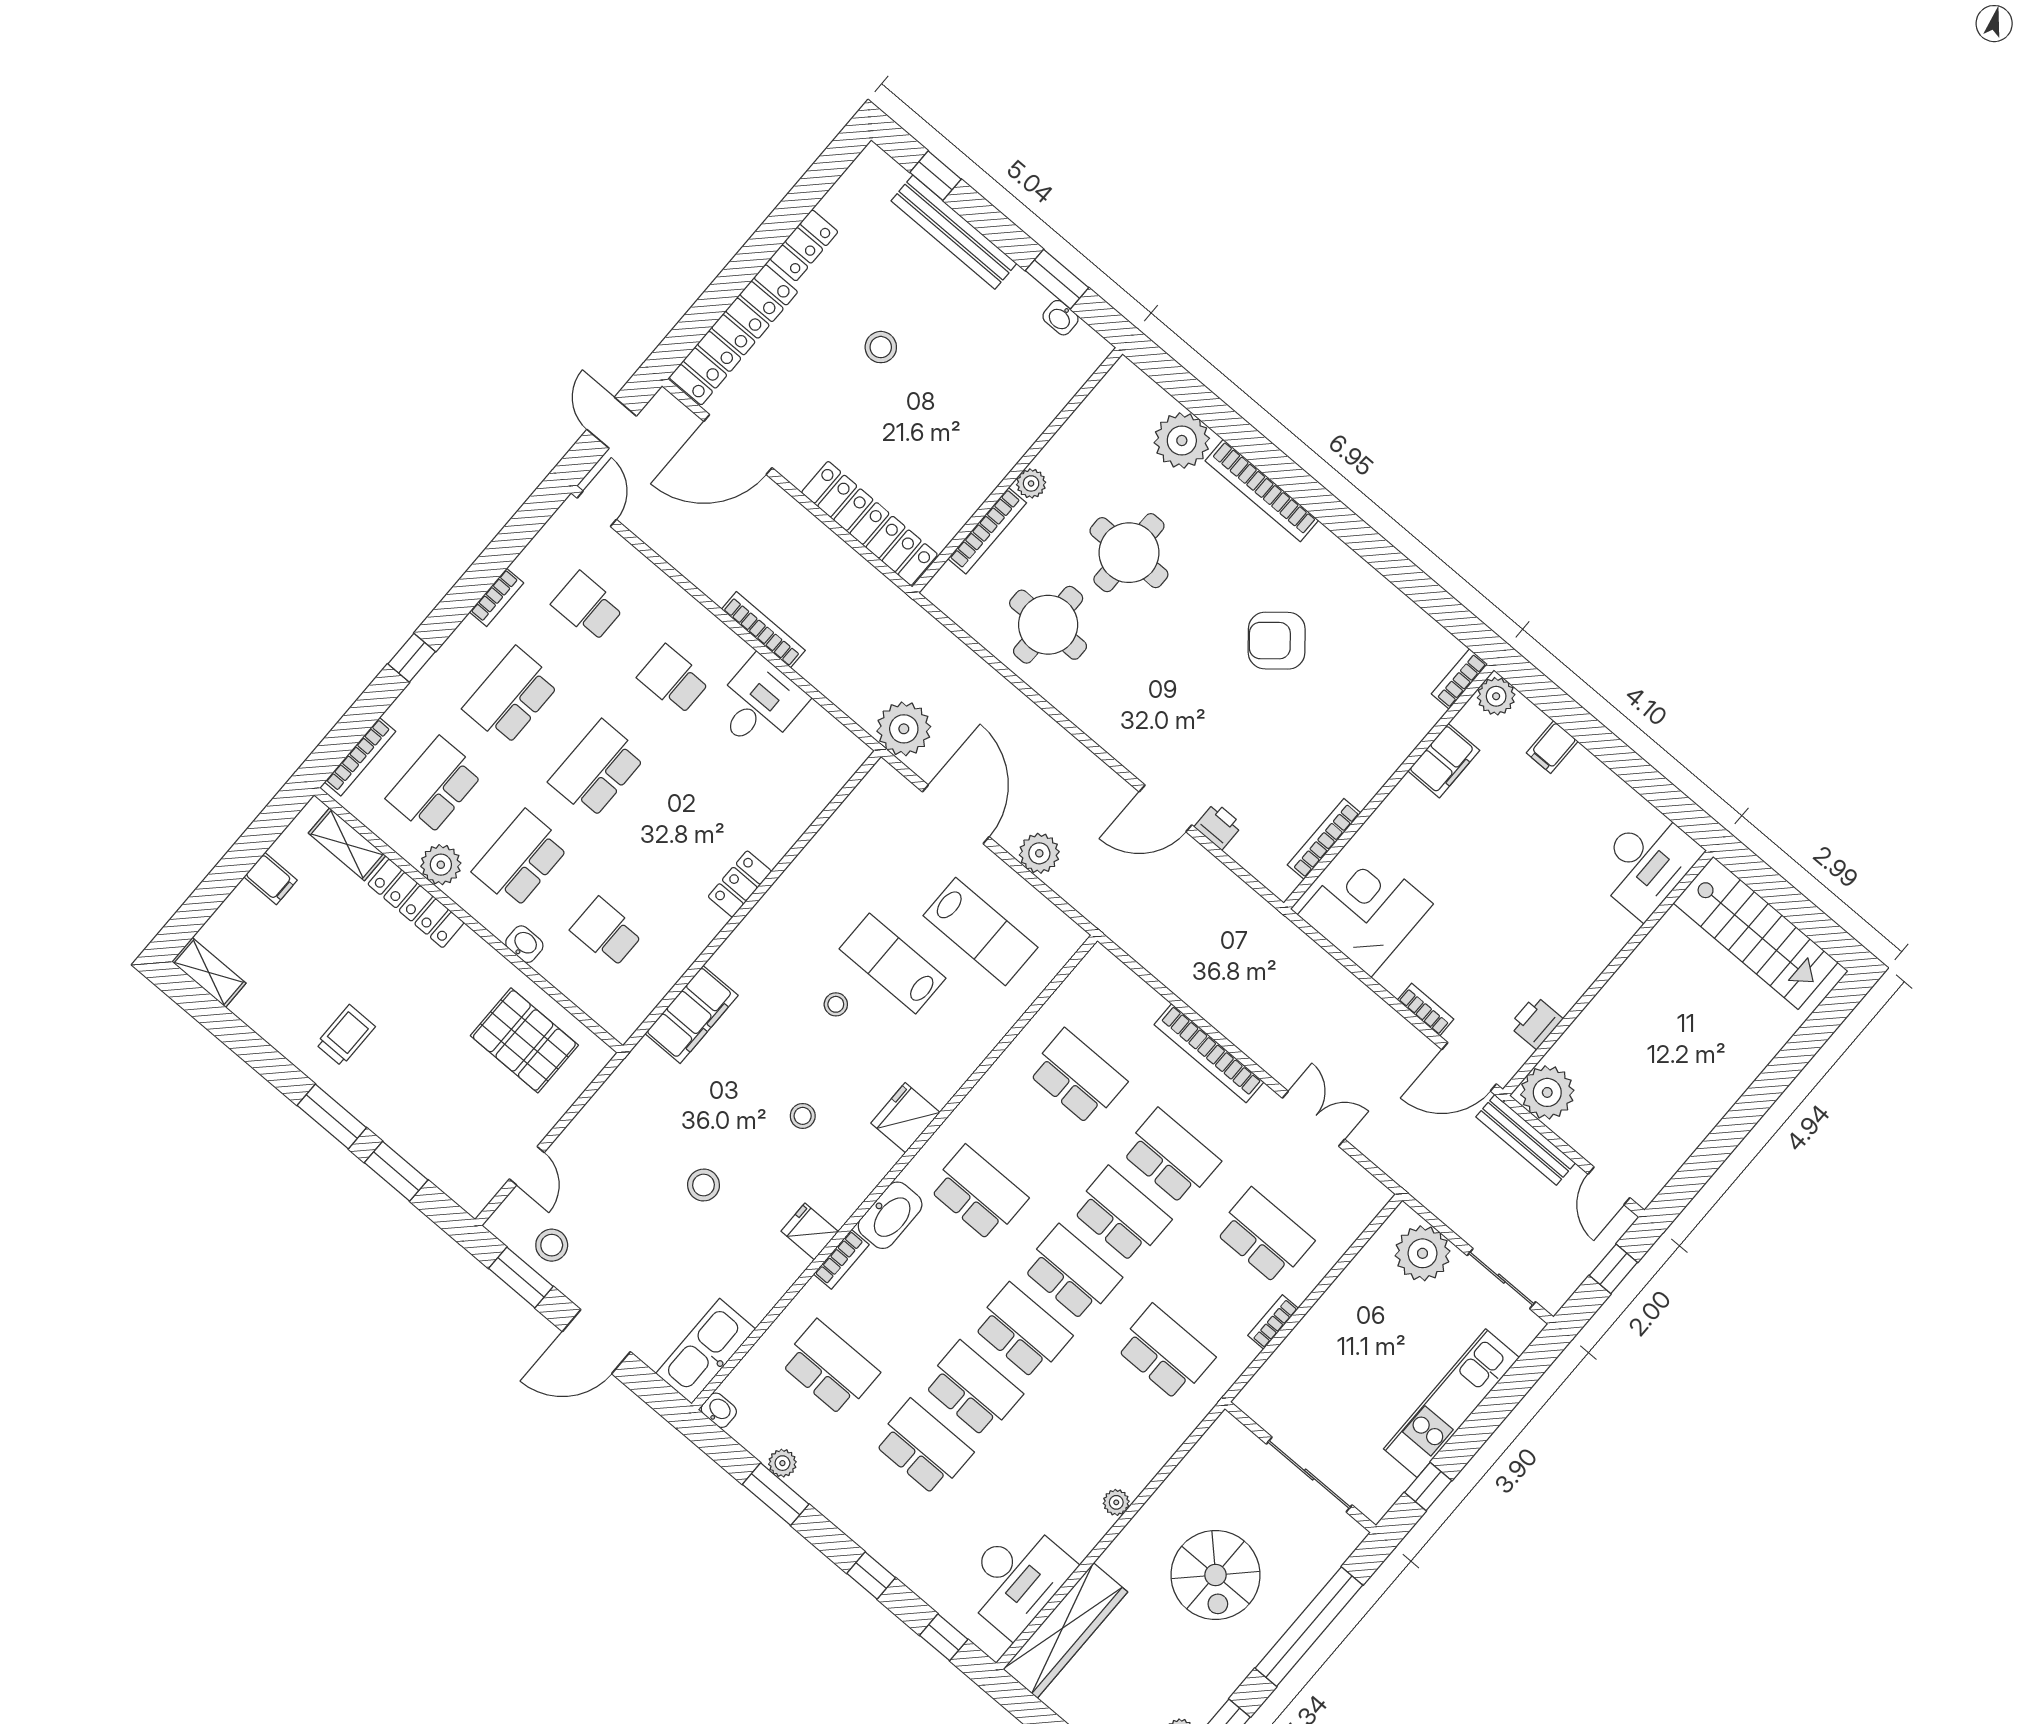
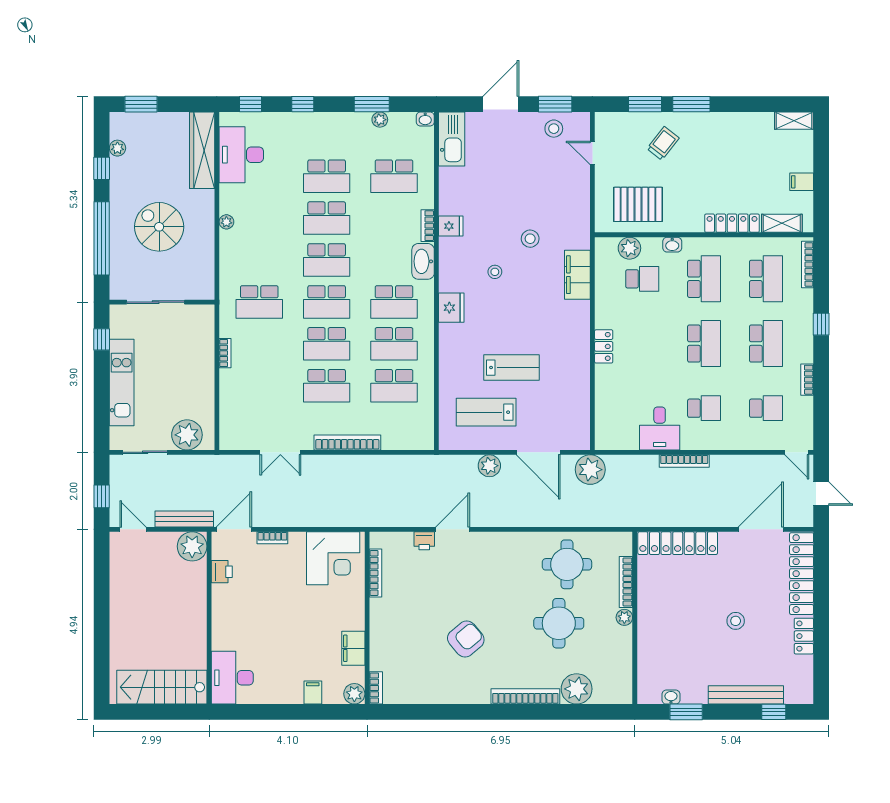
plant: (441, 865) -> (629, 248), moved
stool: (836, 1004) -> (521, 330), removed
trolley: (346, 1035) -> (663, 143), moved, turned -142
stool: (704, 1185) -> (530, 239), moved
school desk: (1264, 1236) -> (394, 344), moved

